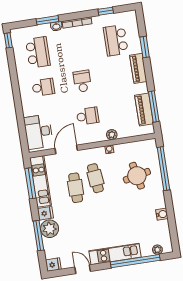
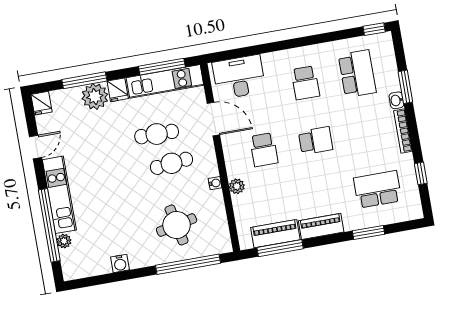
school desk: (38, 52) -> (357, 74), turned -90
piano: (138, 68) -> (321, 226), moved
plant: (157, 250) -> (64, 241), moved

